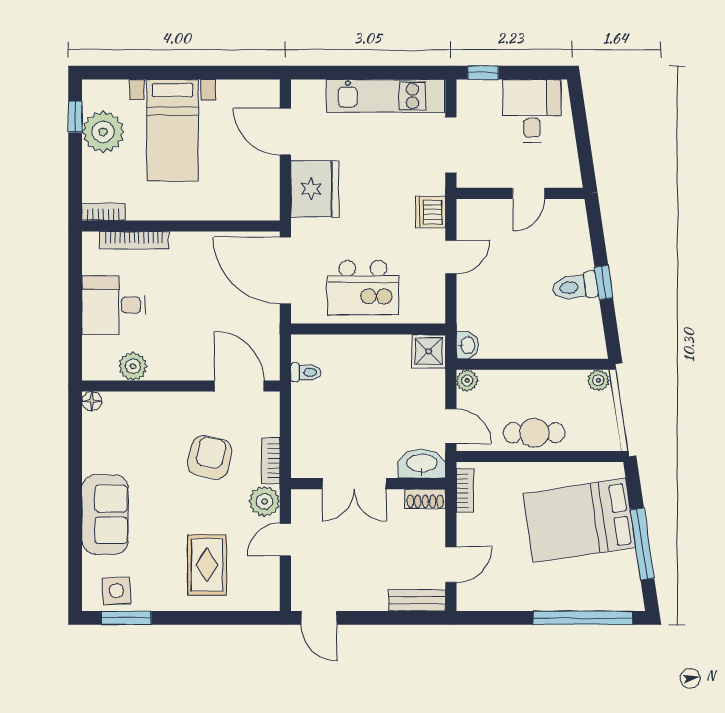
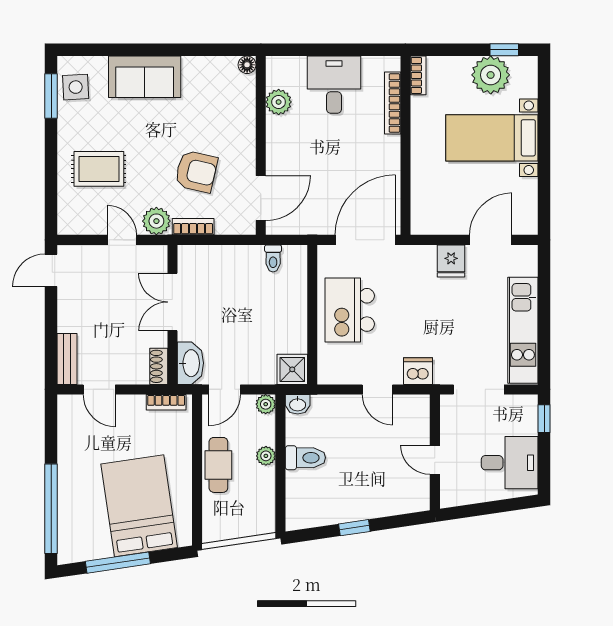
fridge: (315, 189) -> (451, 261), width x0.53, depth x0.75
toilet: (575, 287) -> (305, 458), moved, turned 98
plant: (598, 380) -> (266, 456), moved

